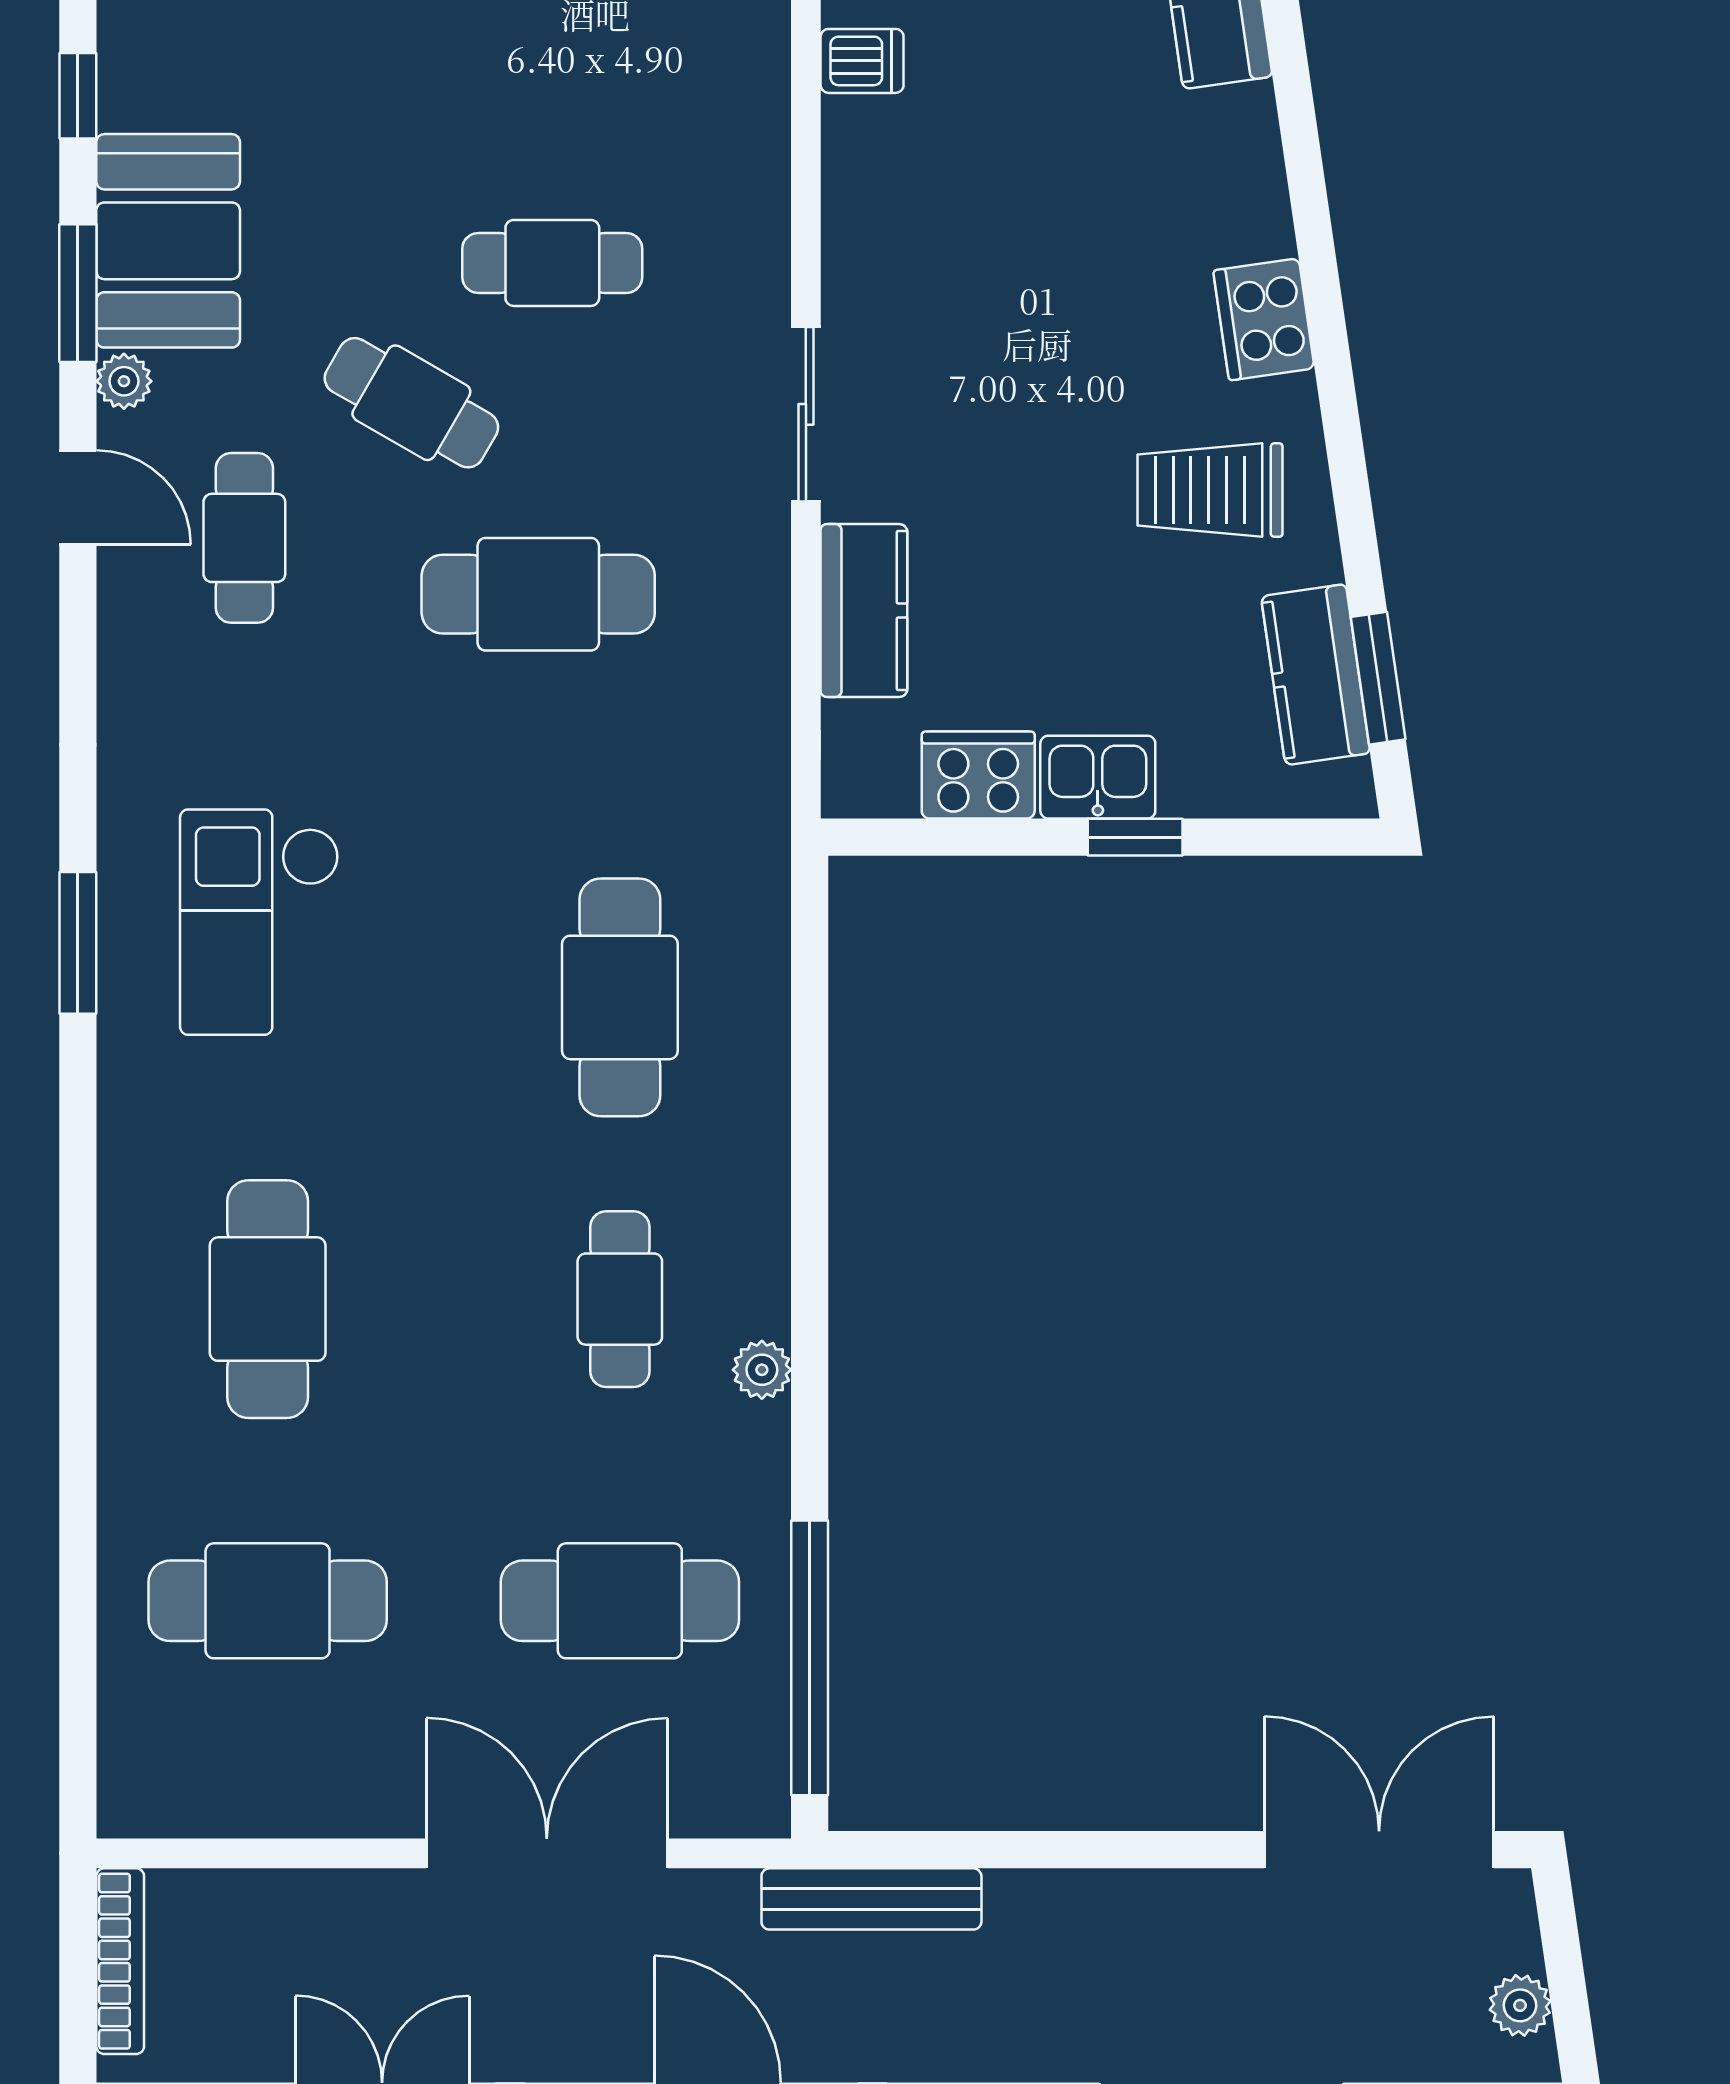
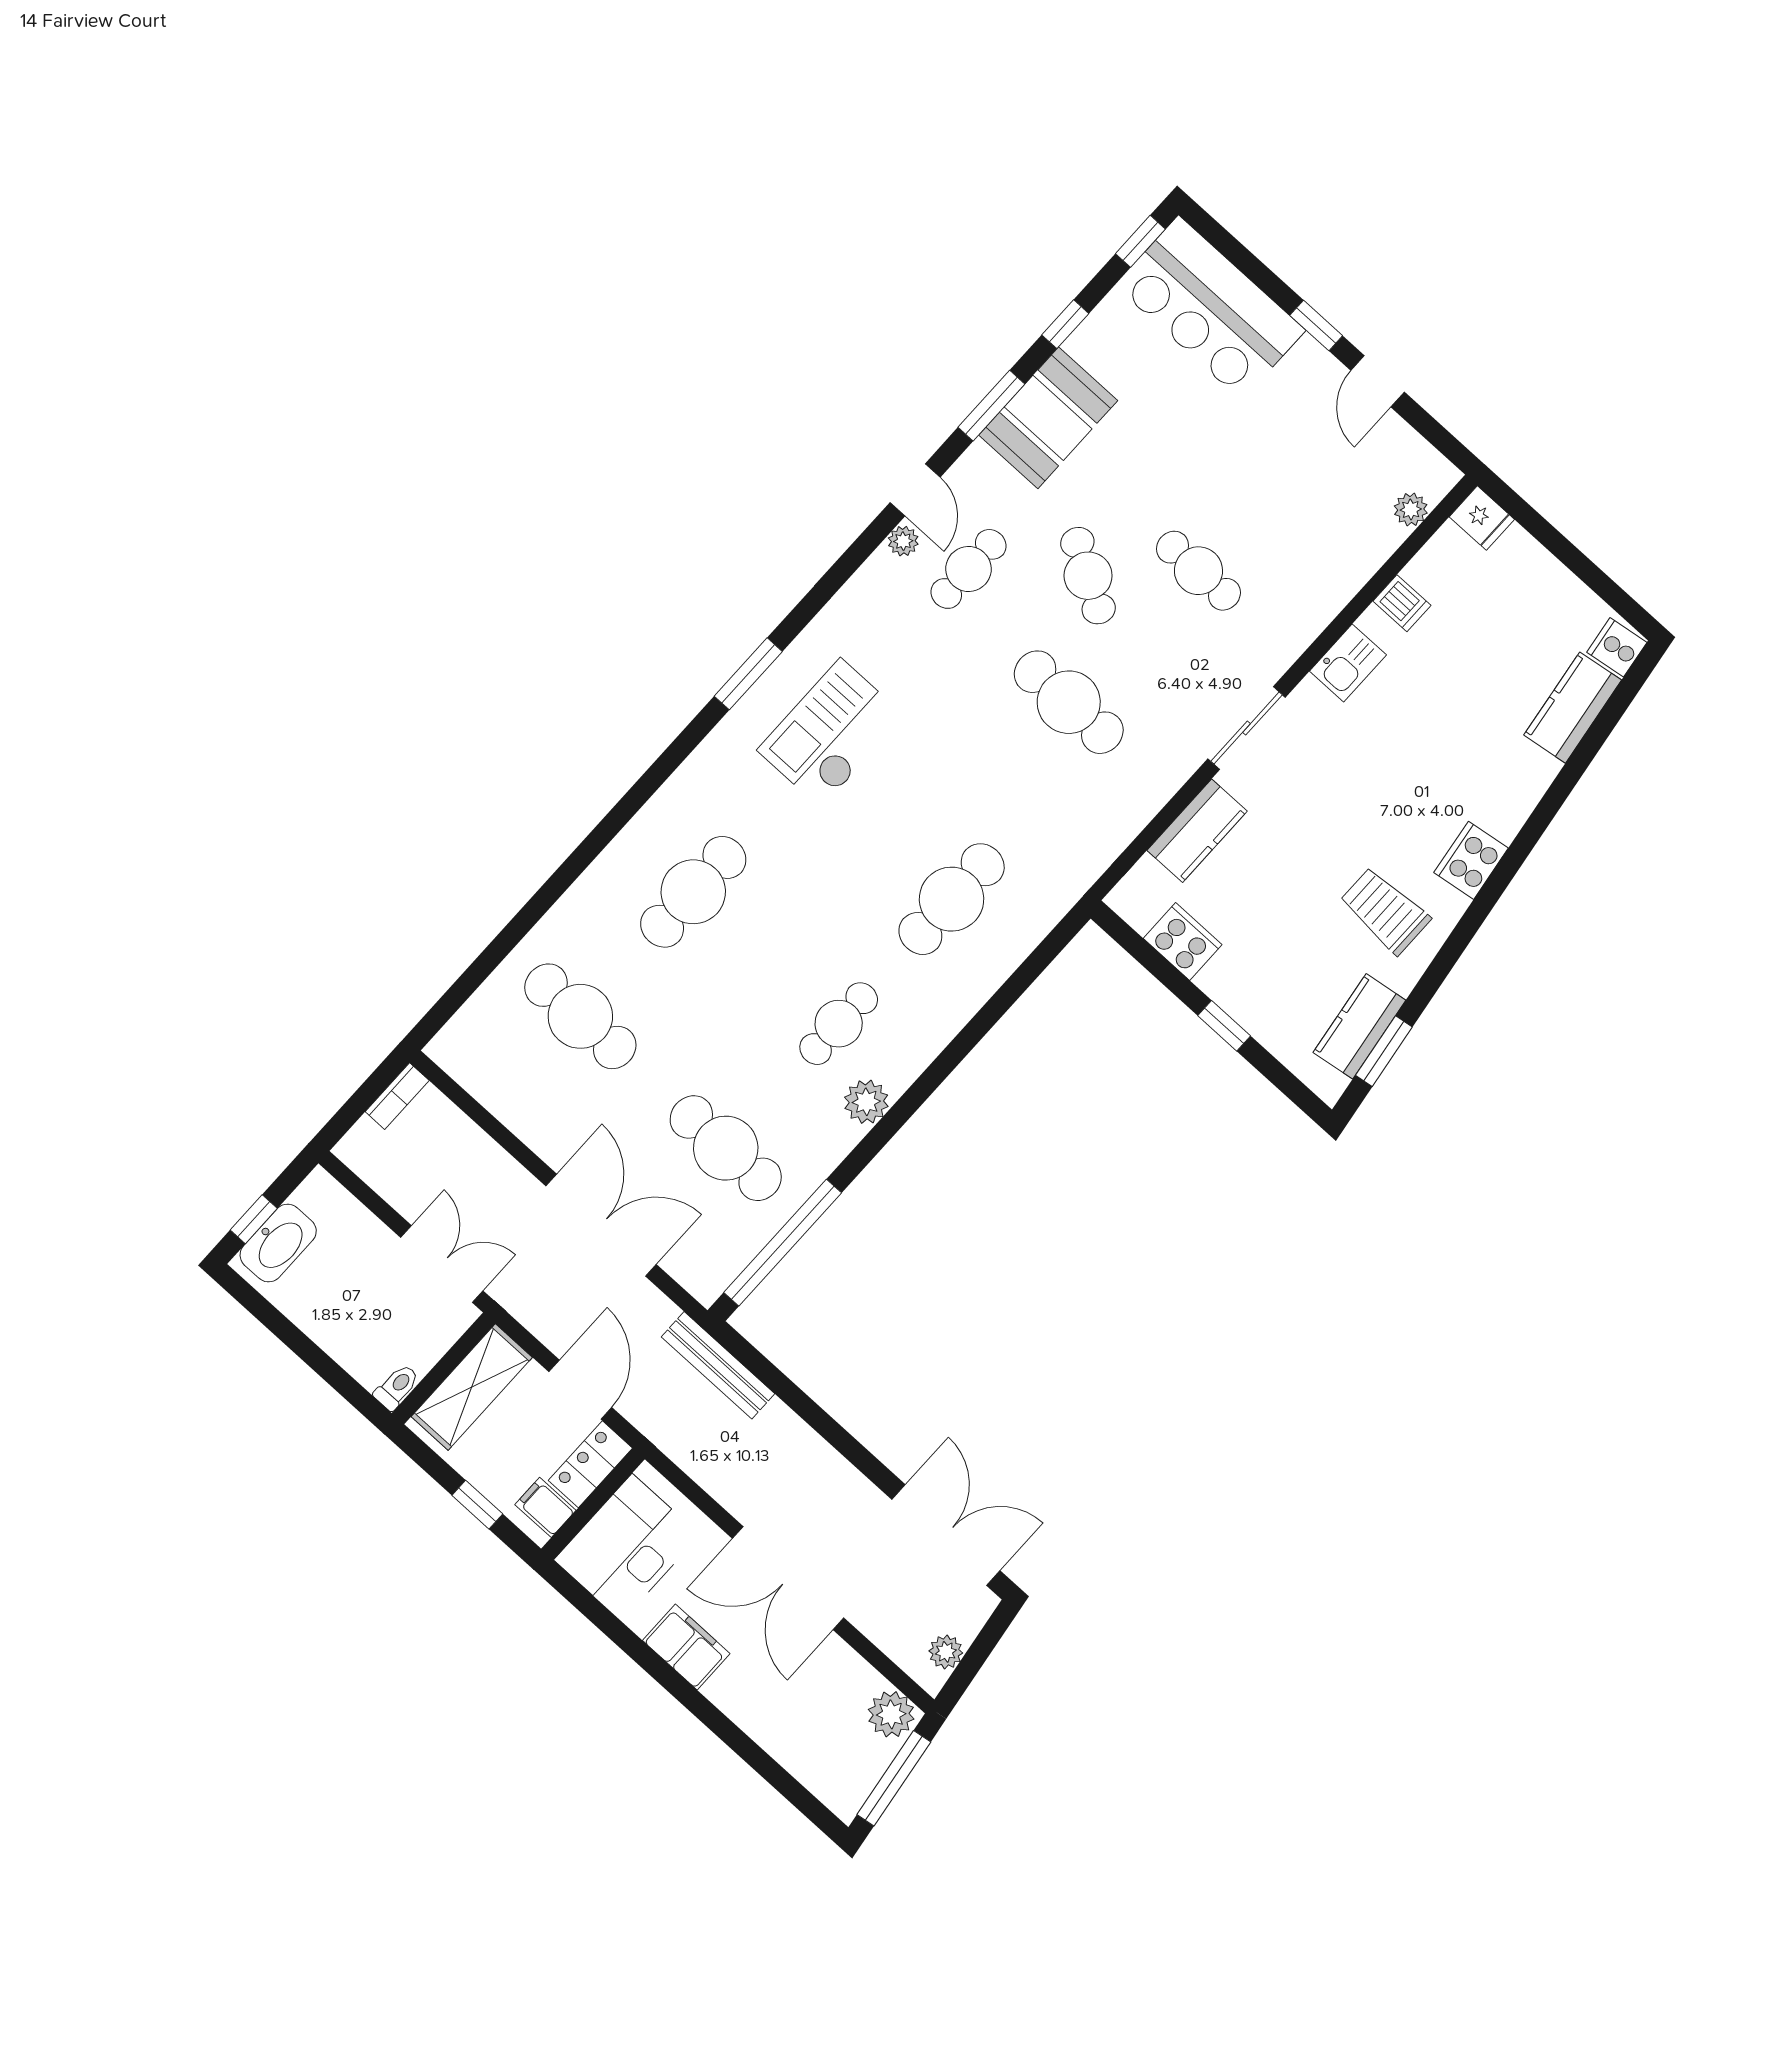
plant: (124, 381) -> (903, 541), moved
kitchen sink: (1098, 777) -> (1348, 663), moved, turned 90
plant: (762, 1370) -> (866, 1102), width x1.38, depth x1.38
bookcase: (120, 1961) -> (397, 1096), width x0.64

